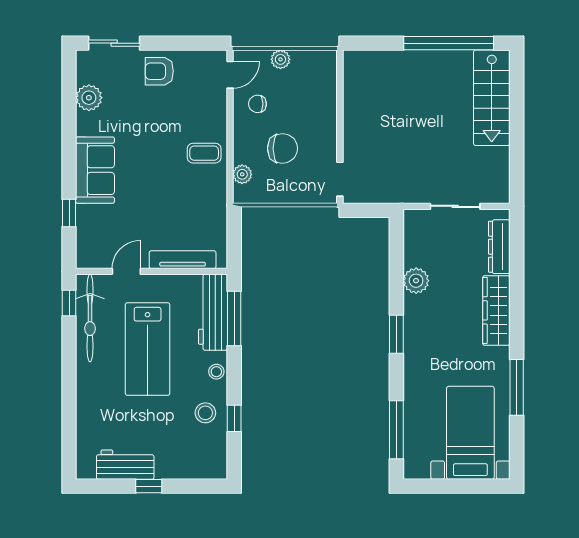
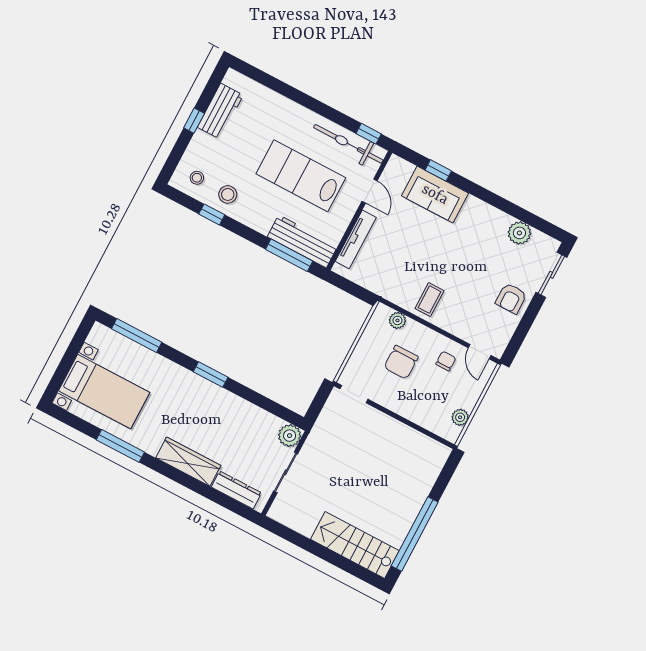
plant: (280, 59) -> (460, 417), moved
armchair: (159, 71) -> (511, 298), turned 180
sofa: (95, 170) -> (435, 195), moved
plant: (416, 281) -> (290, 436), moved
stool: (216, 372) -> (197, 178), moved

